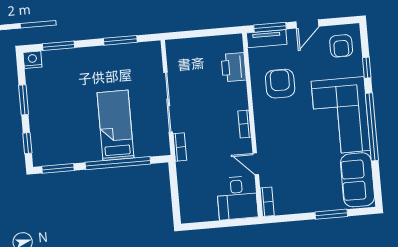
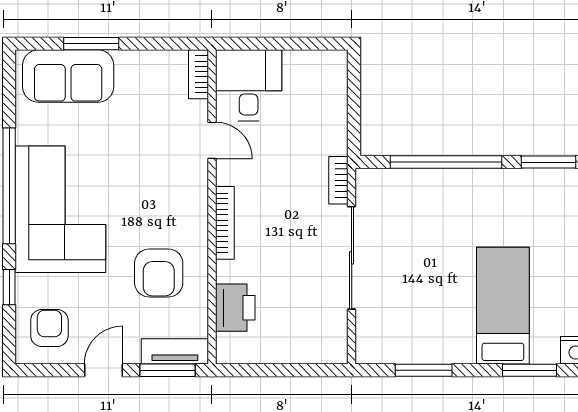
bookcase: (245, 124) -> (225, 223), width x1.56
bed: (115, 125) -> (503, 306), moved, turned 180
sofa: (357, 180) -> (68, 76), moved, turned 90

